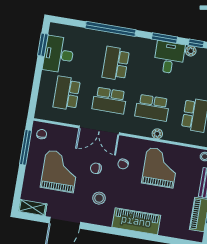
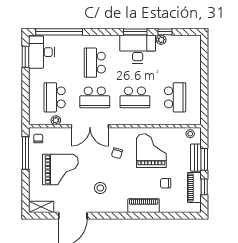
window: (111, 29) -> (59, 32), moved
desk: (59, 54) -> (41, 52), moved
desk: (169, 58) -> (138, 49), width x1.37
plant: (157, 134) -> (56, 120), moved
chair: (96, 168) -> (166, 183), moved
grand piano: (60, 171) -> (60, 170), turned 90
piano: (136, 221) -> (144, 206), width x0.73, depth x0.75

